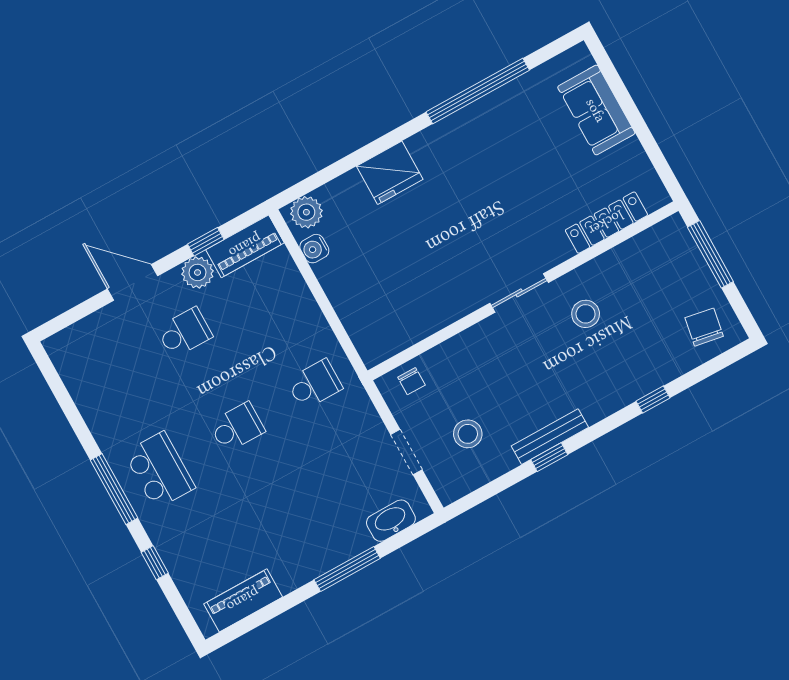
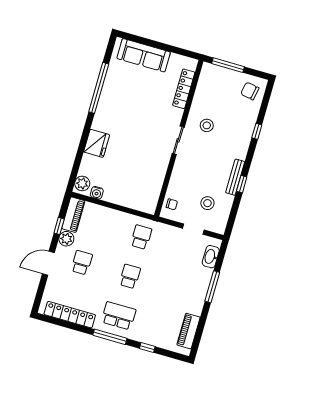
sofa: (596, 110) -> (144, 55), width x1.36
locker: (87, 394) -> (70, 315), added

